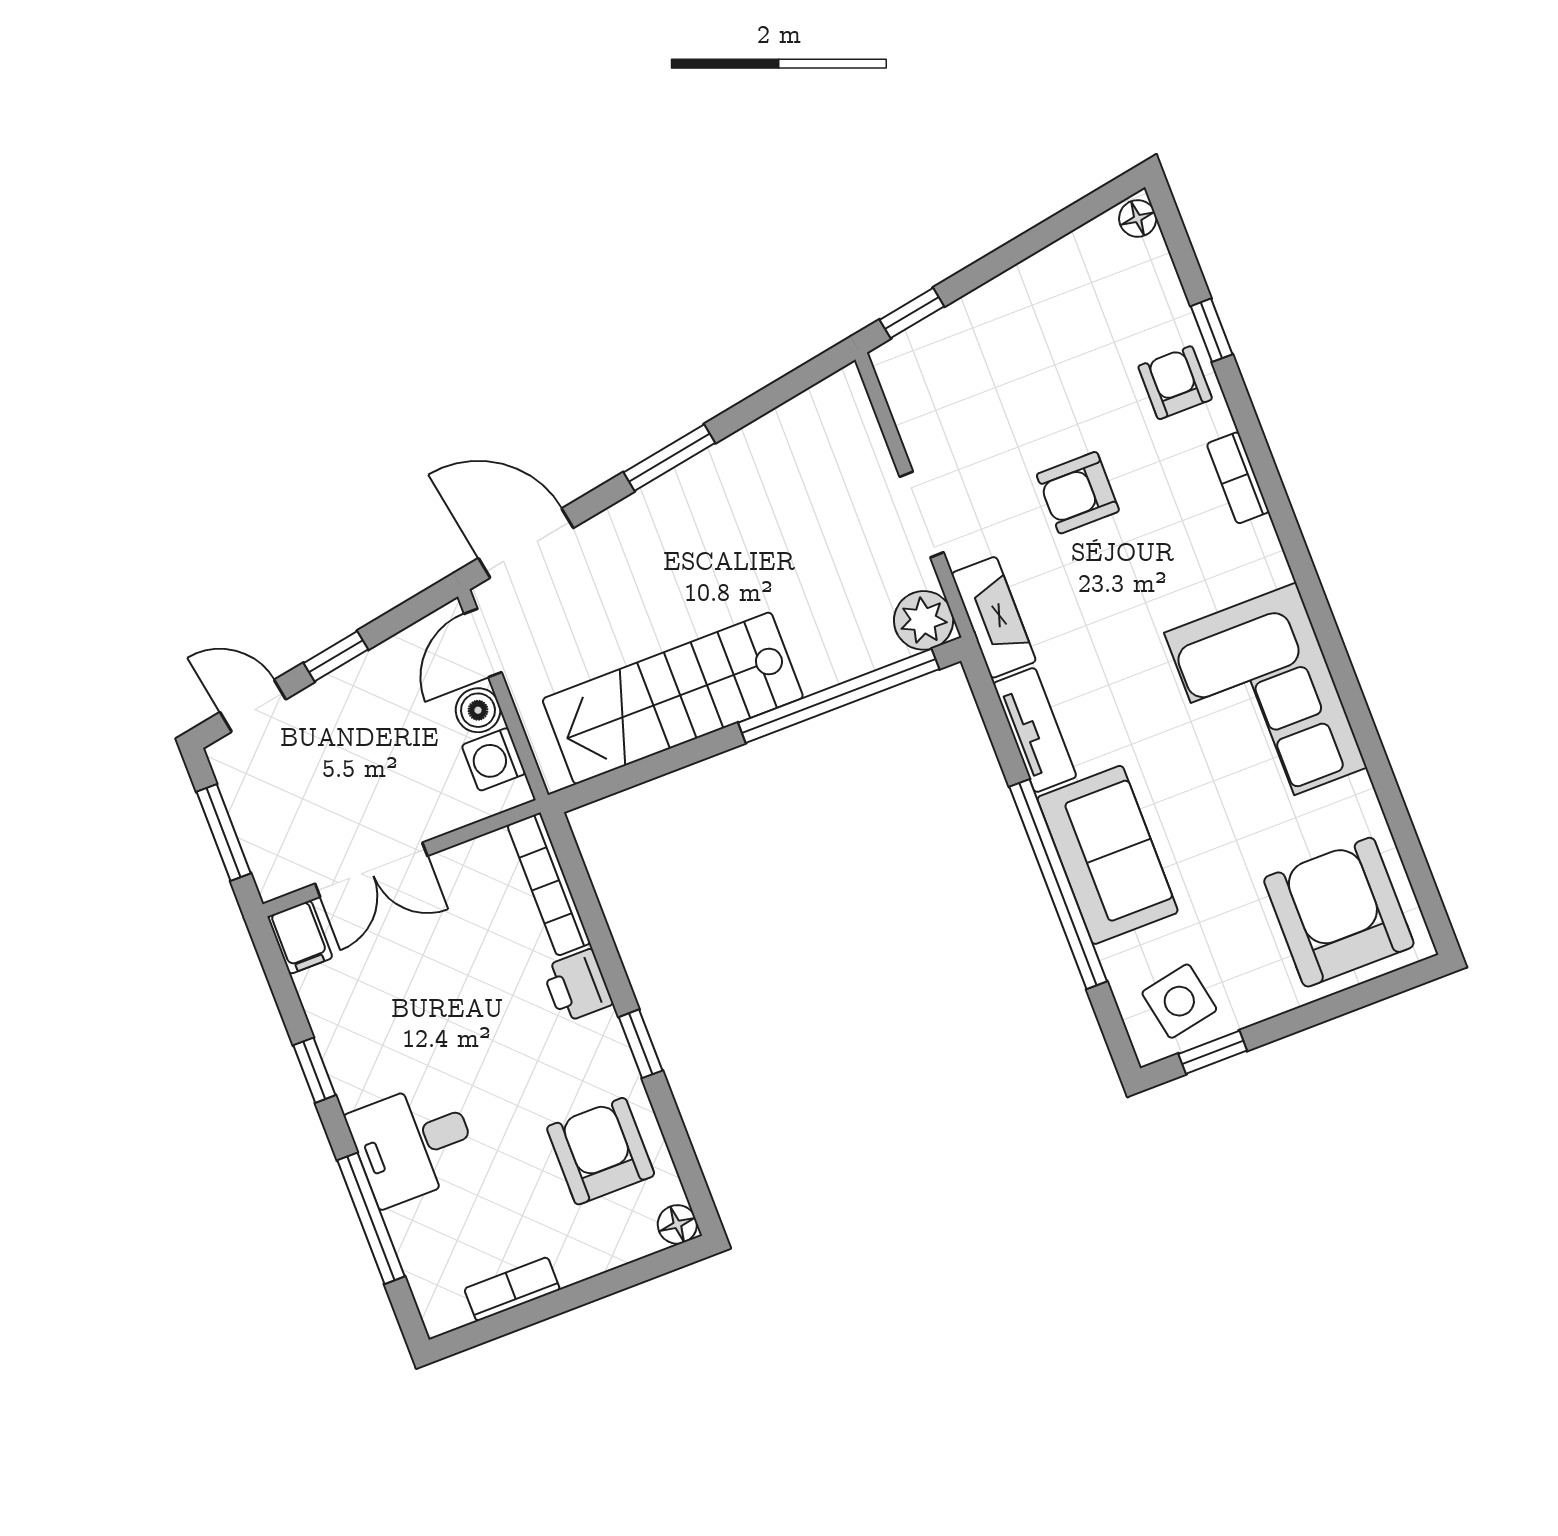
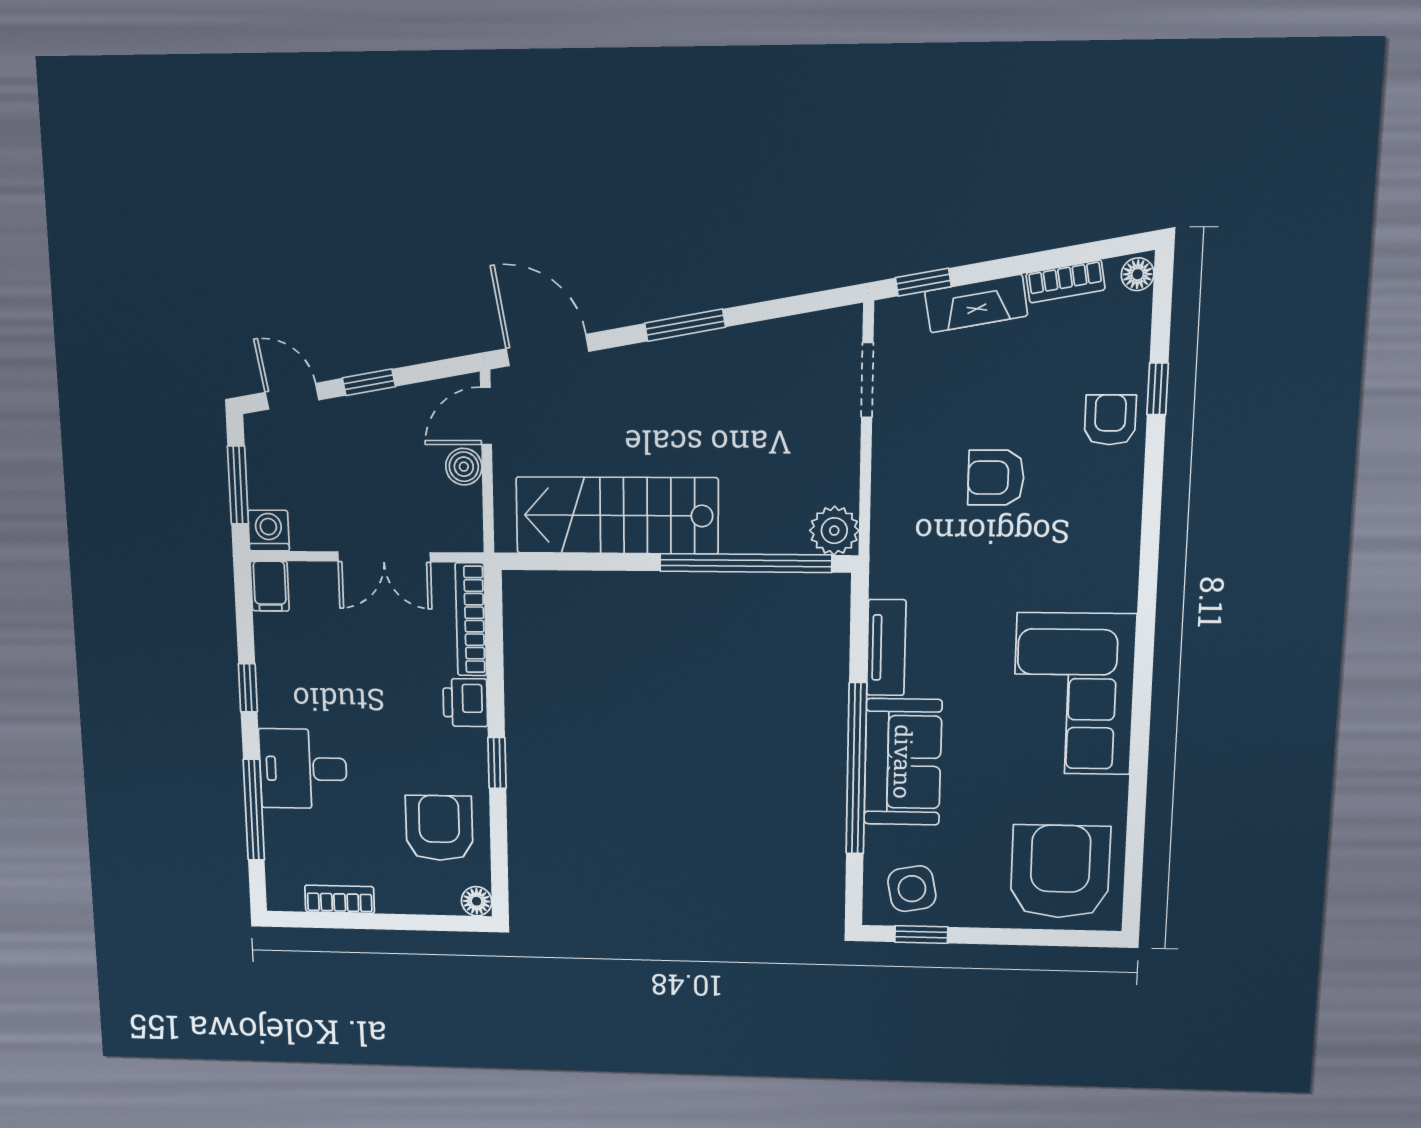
bookcase: (1238, 478) -> (1066, 281), moved, turned -100
doorway: (922, 514) -> (867, 380), moved
fireplace: (994, 617) -> (976, 304), moved, turned 80
washing machine: (494, 759) -> (269, 531), moved, turned 90
double door: (371, 870) -> (384, 557), moved

